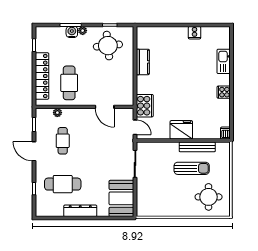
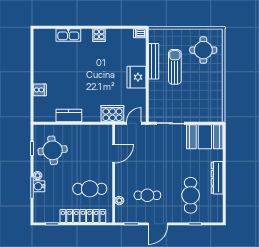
cooker: (195, 33) -> (40, 90), moved

